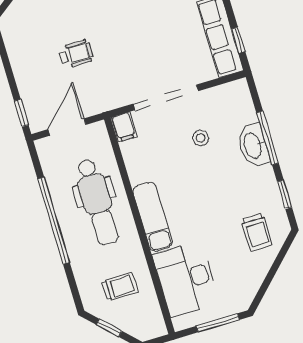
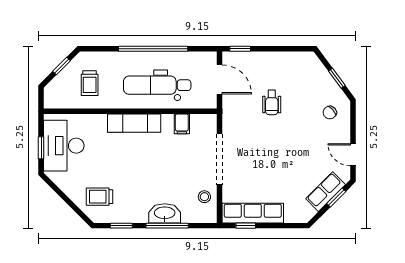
filing cabinet: (124, 127) -> (182, 124), moved, turned -90
stool: (201, 138) -> (204, 197), moved
desk: (186, 279) -> (64, 146), moved, turned -90
window: (218, 323) -> (41, 148), width x0.67

